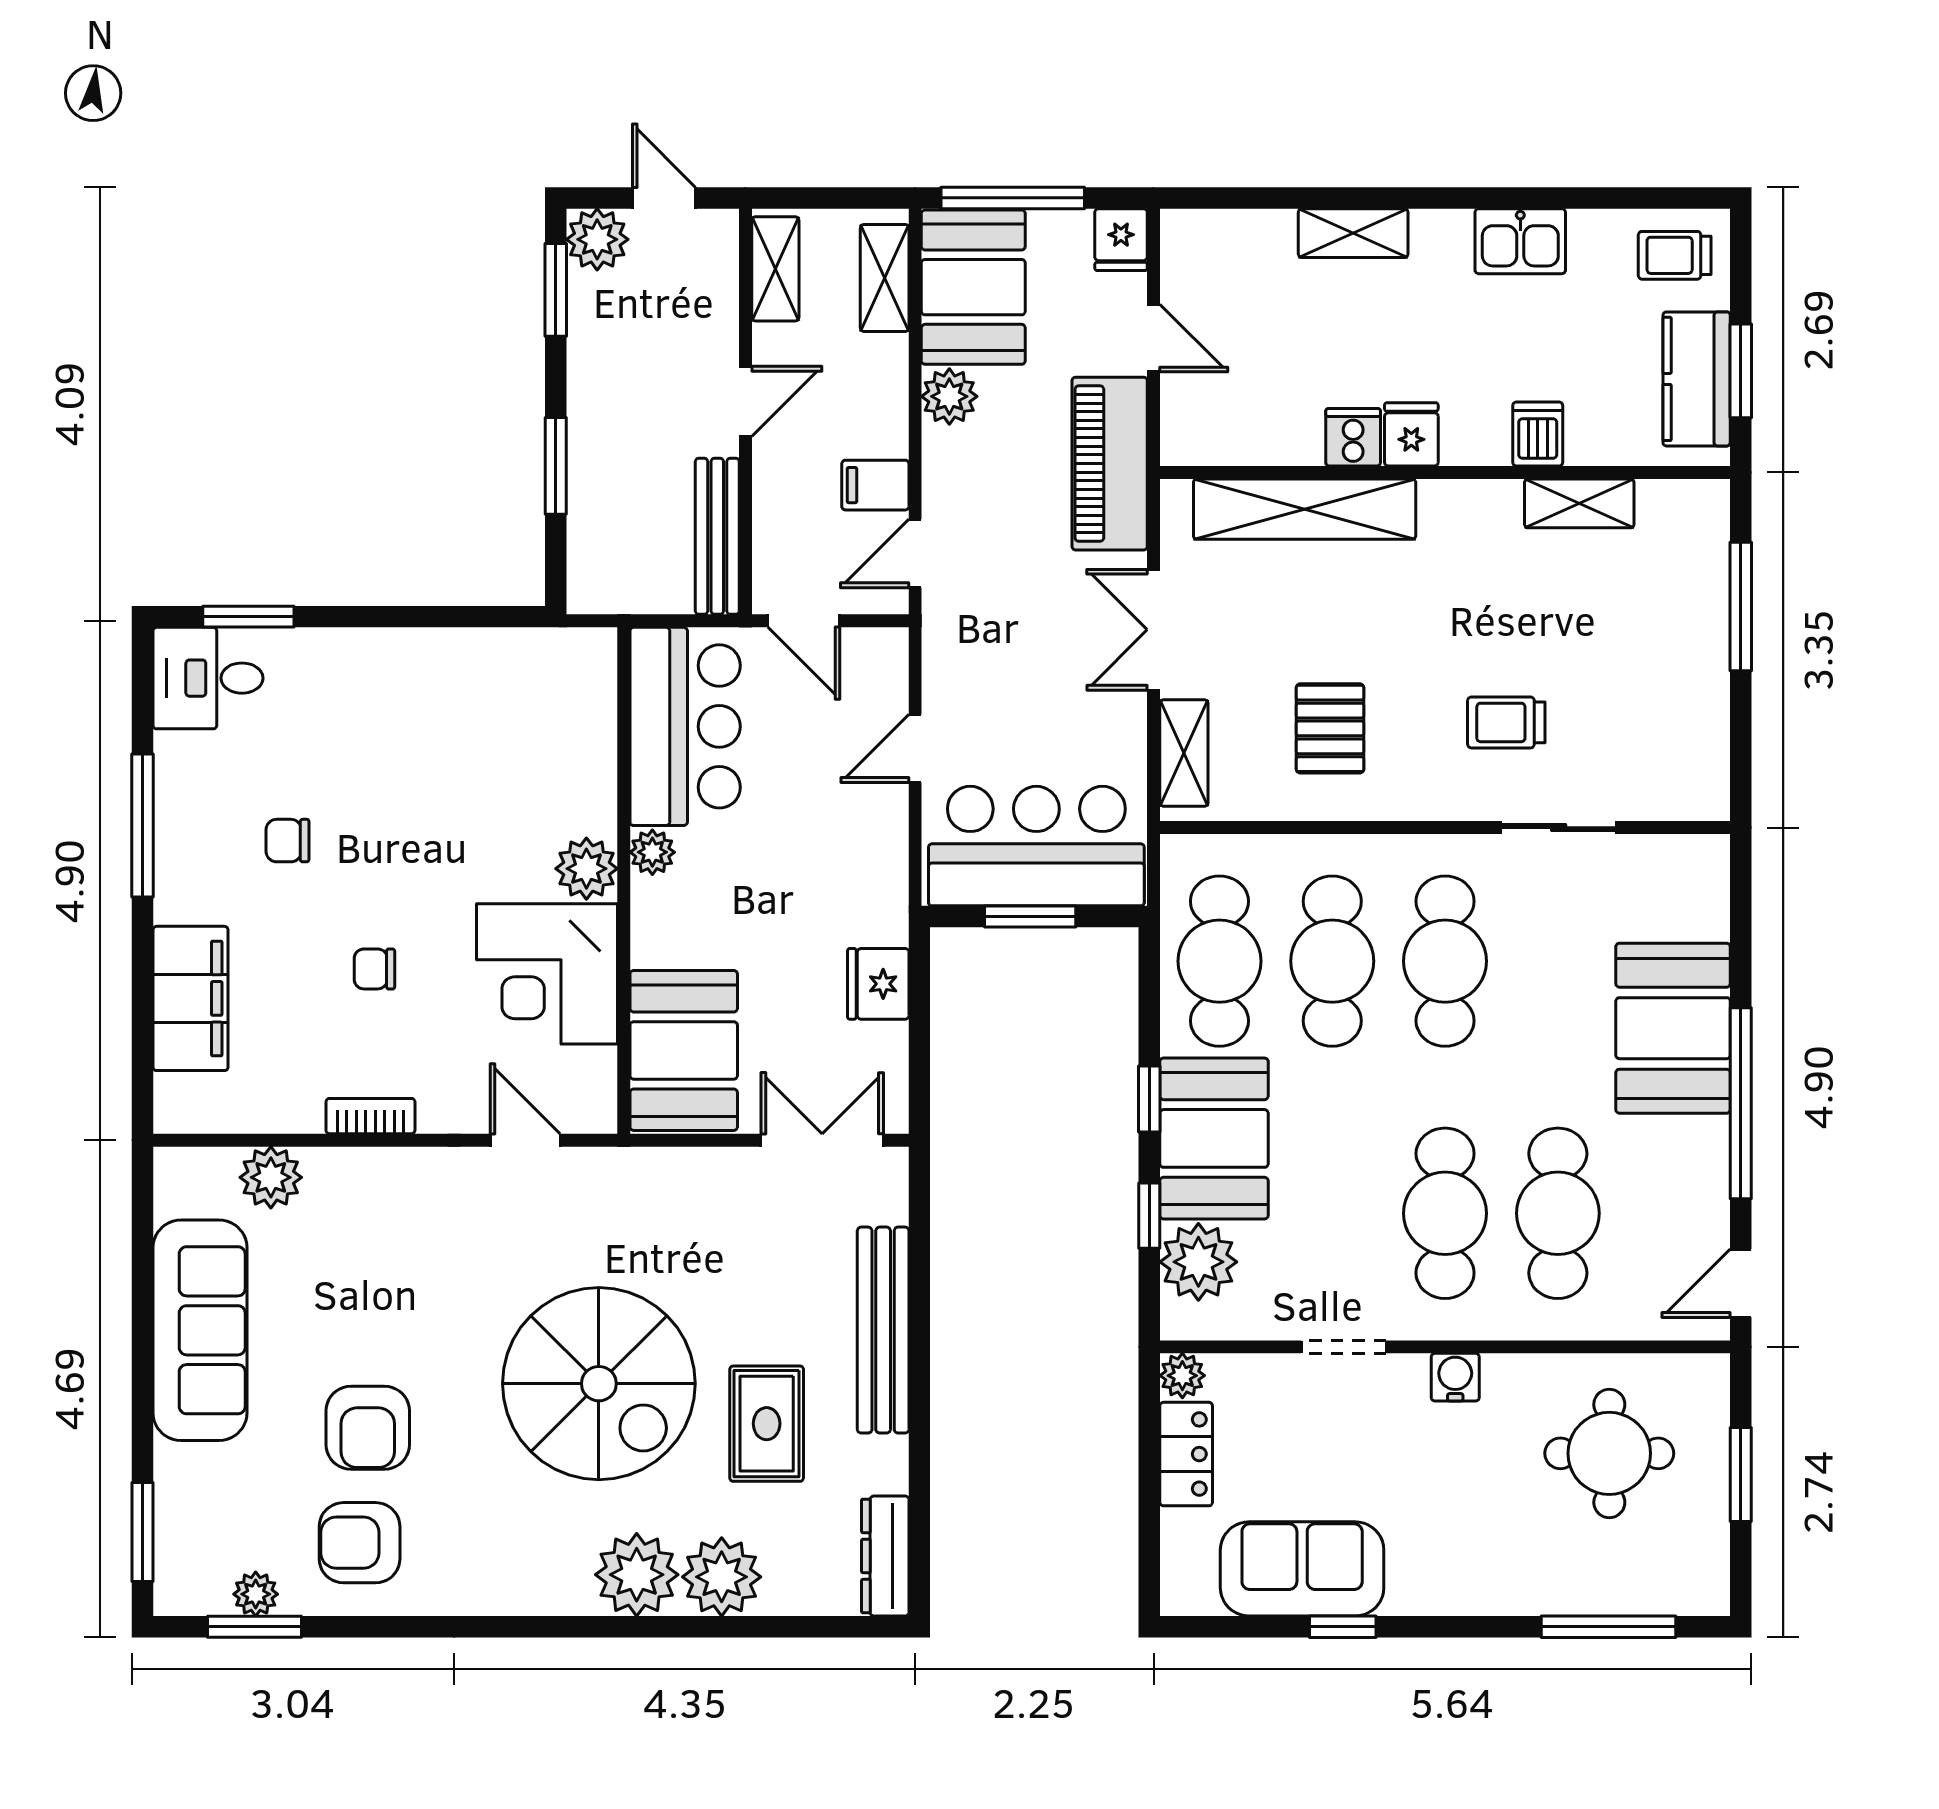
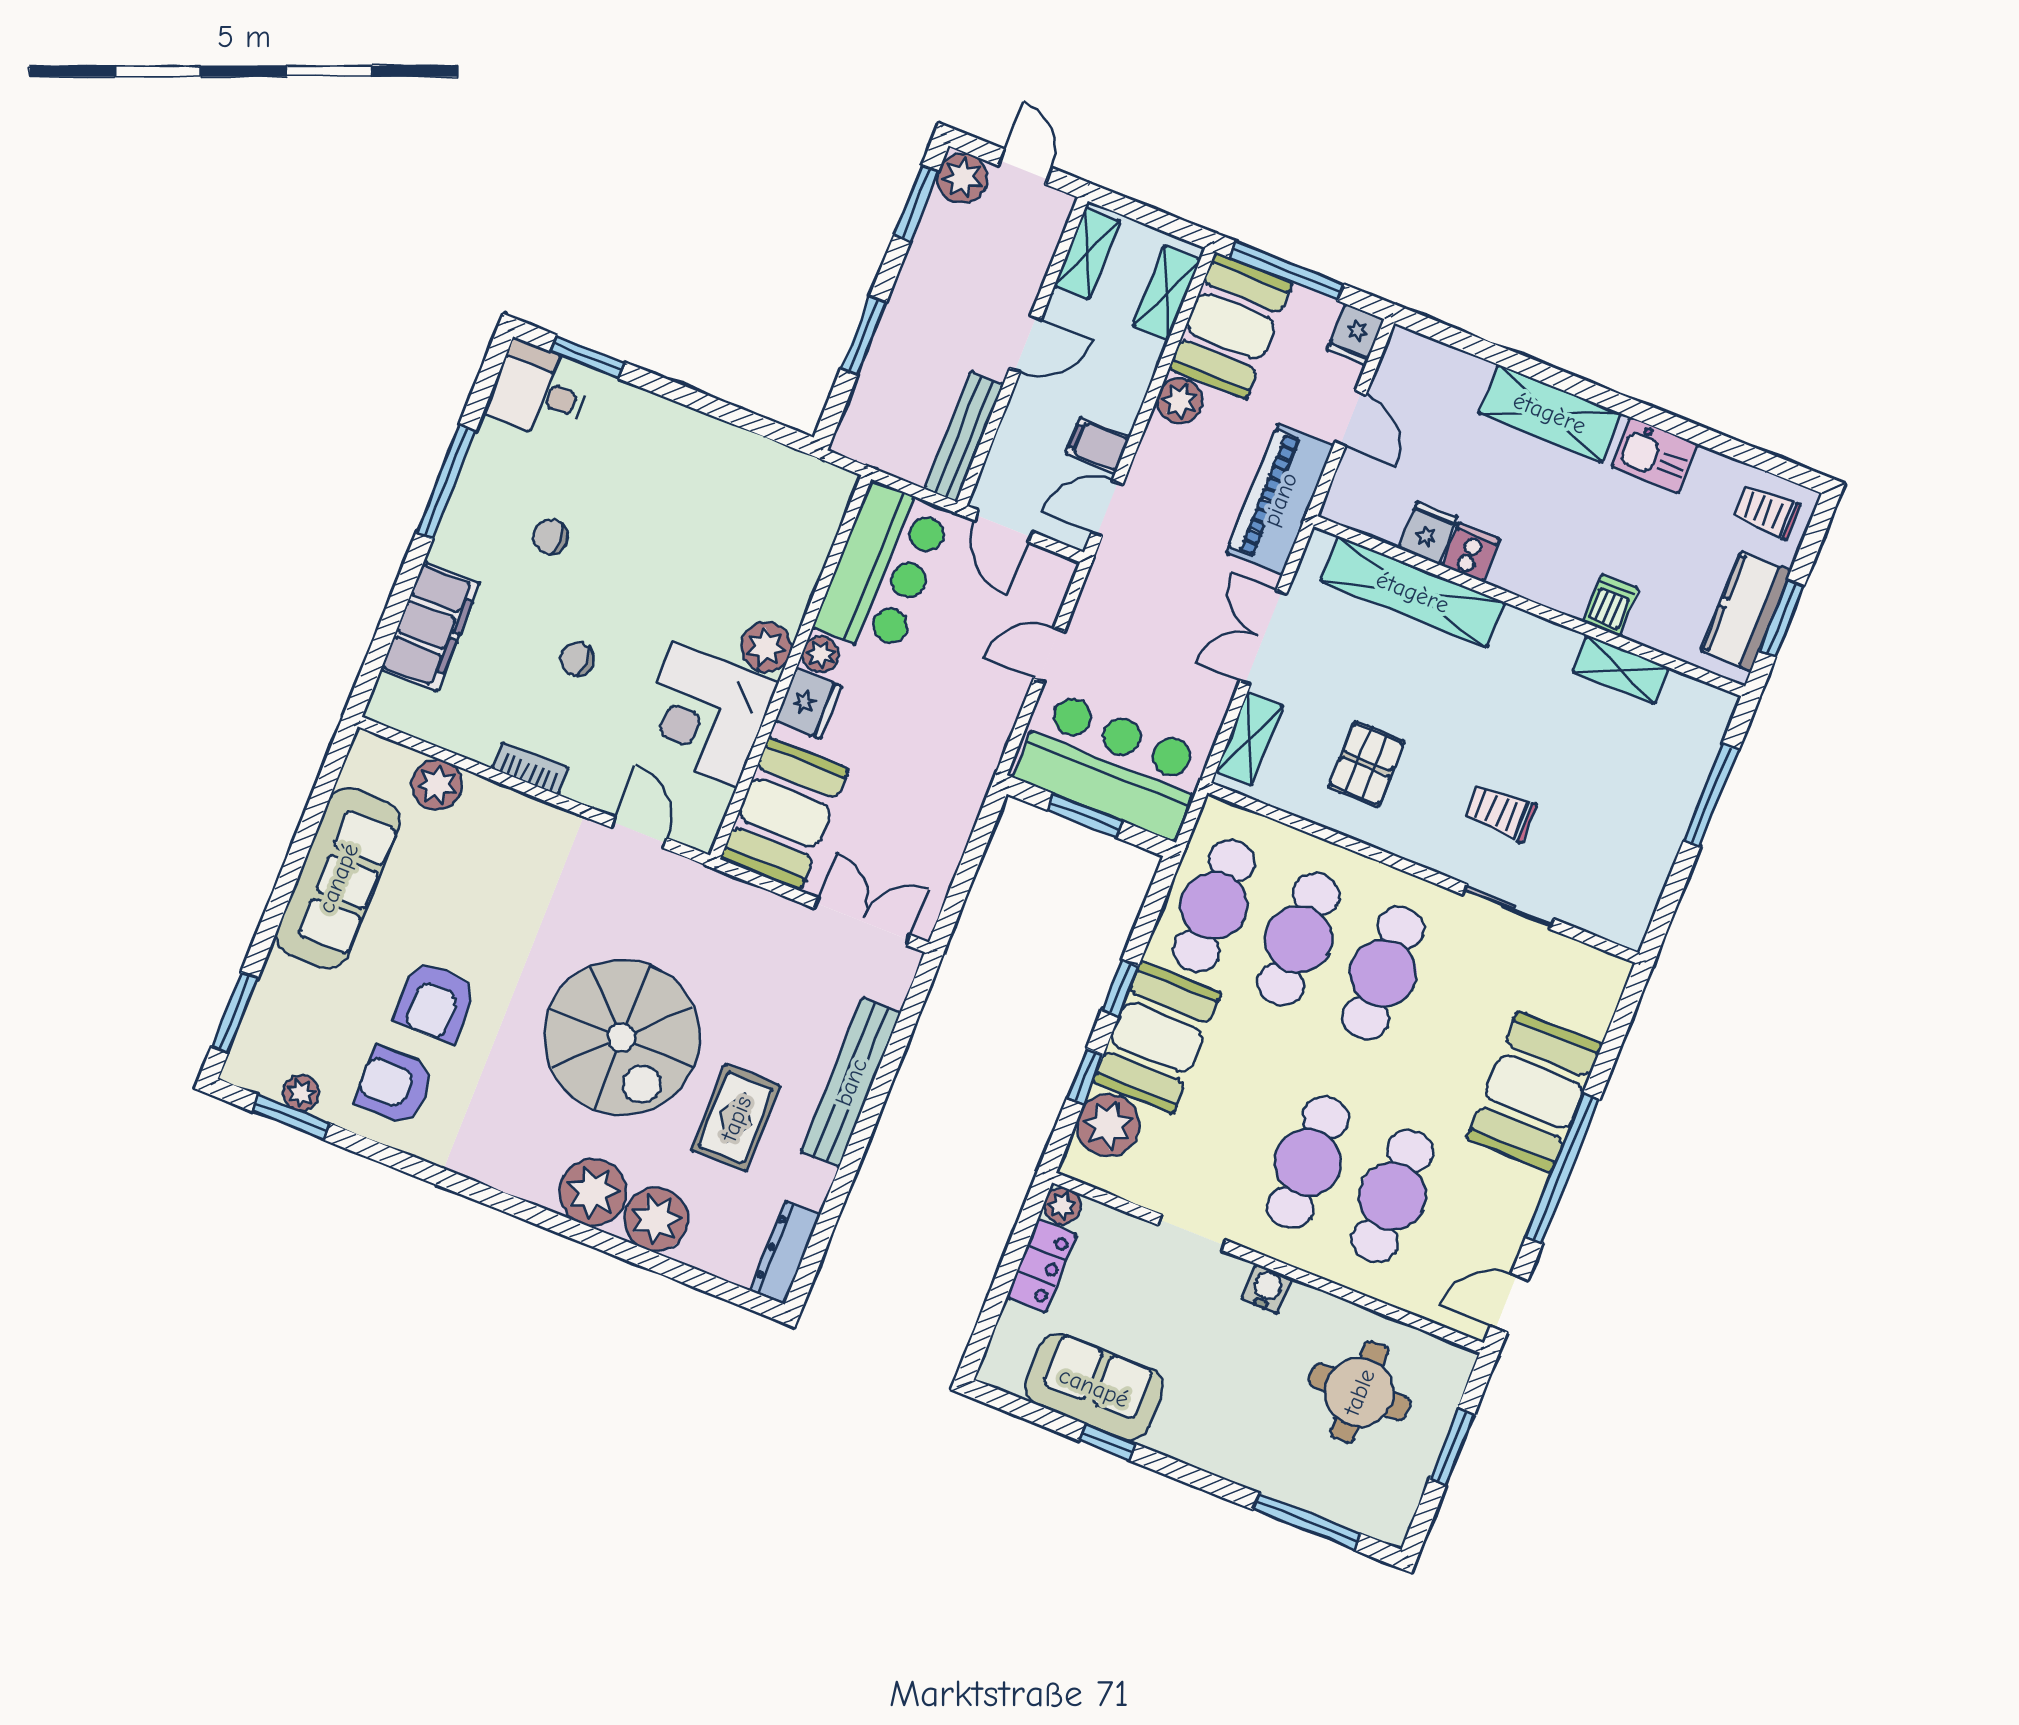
shelving: (1353, 233) -> (1550, 413), width x1.50, depth x1.33
fridge: (1411, 434) -> (1428, 533), moved
fridge: (878, 984) -> (808, 704), moved, turned 180

